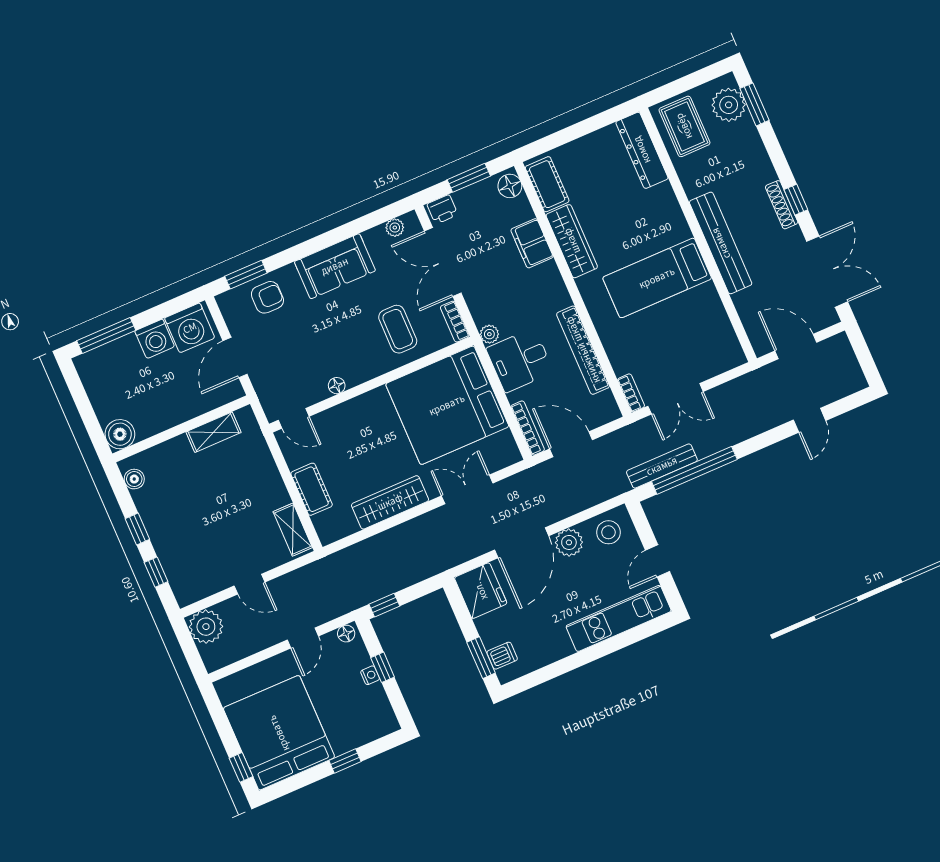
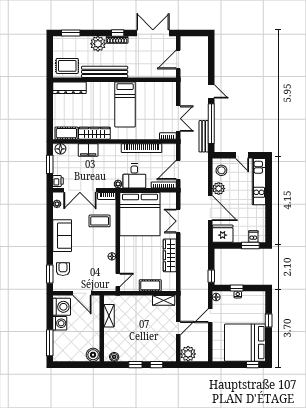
plant: (729, 105) -> (98, 44), moved
bench: (721, 243) -> (105, 72), moved
door: (810, 420) -> (211, 91), moved
door: (303, 638) -> (210, 316), swing flipped

